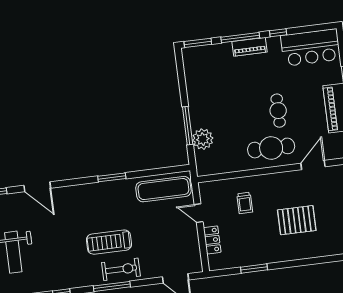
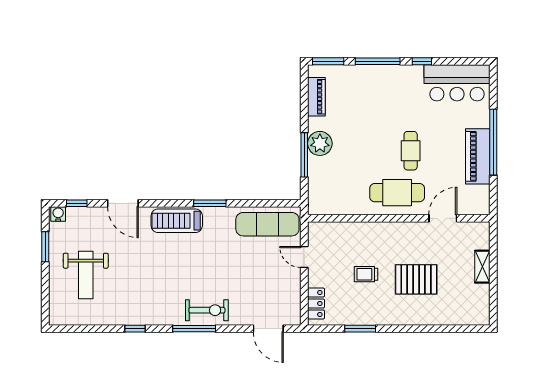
piano: (250, 47) -> (316, 97), moved, turned -90
plant: (203, 139) -> (320, 143), moved
trolley: (245, 203) -> (366, 274), moved, turned 90
locker: (212, 240) -> (316, 303), moved
treadmill: (109, 242) -> (177, 221), moved

